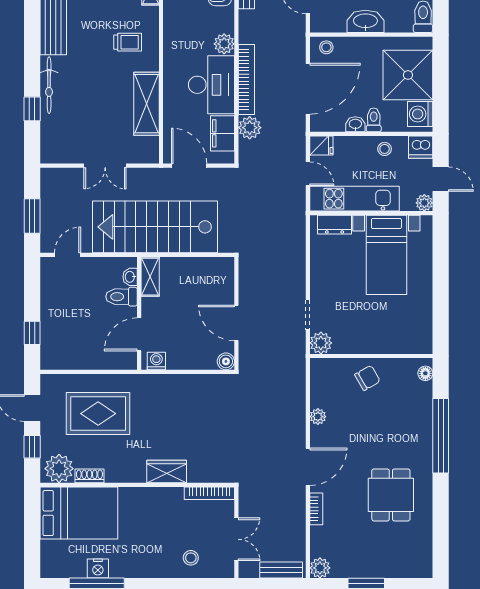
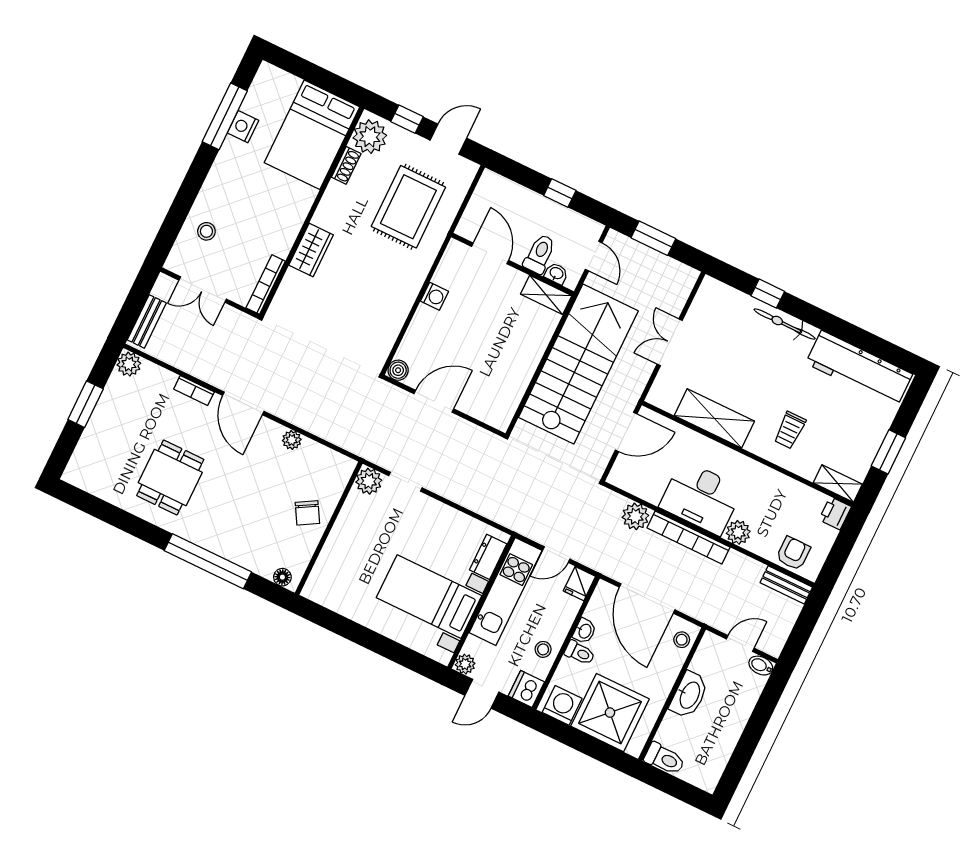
filing cabinet: (223, 133) -> (643, 484), removed
washbasin: (130, 277) -> (556, 274), moved
shelving: (150, 277) -> (546, 295), moved
toilet: (121, 297) -> (540, 254), moved
wall: (139, 313) -> (513, 264), moved
window: (32, 333) -> (560, 193), moved
door: (139, 334) -> (490, 253), moved
dining table: (391, 495) -> (170, 478), turned 90

